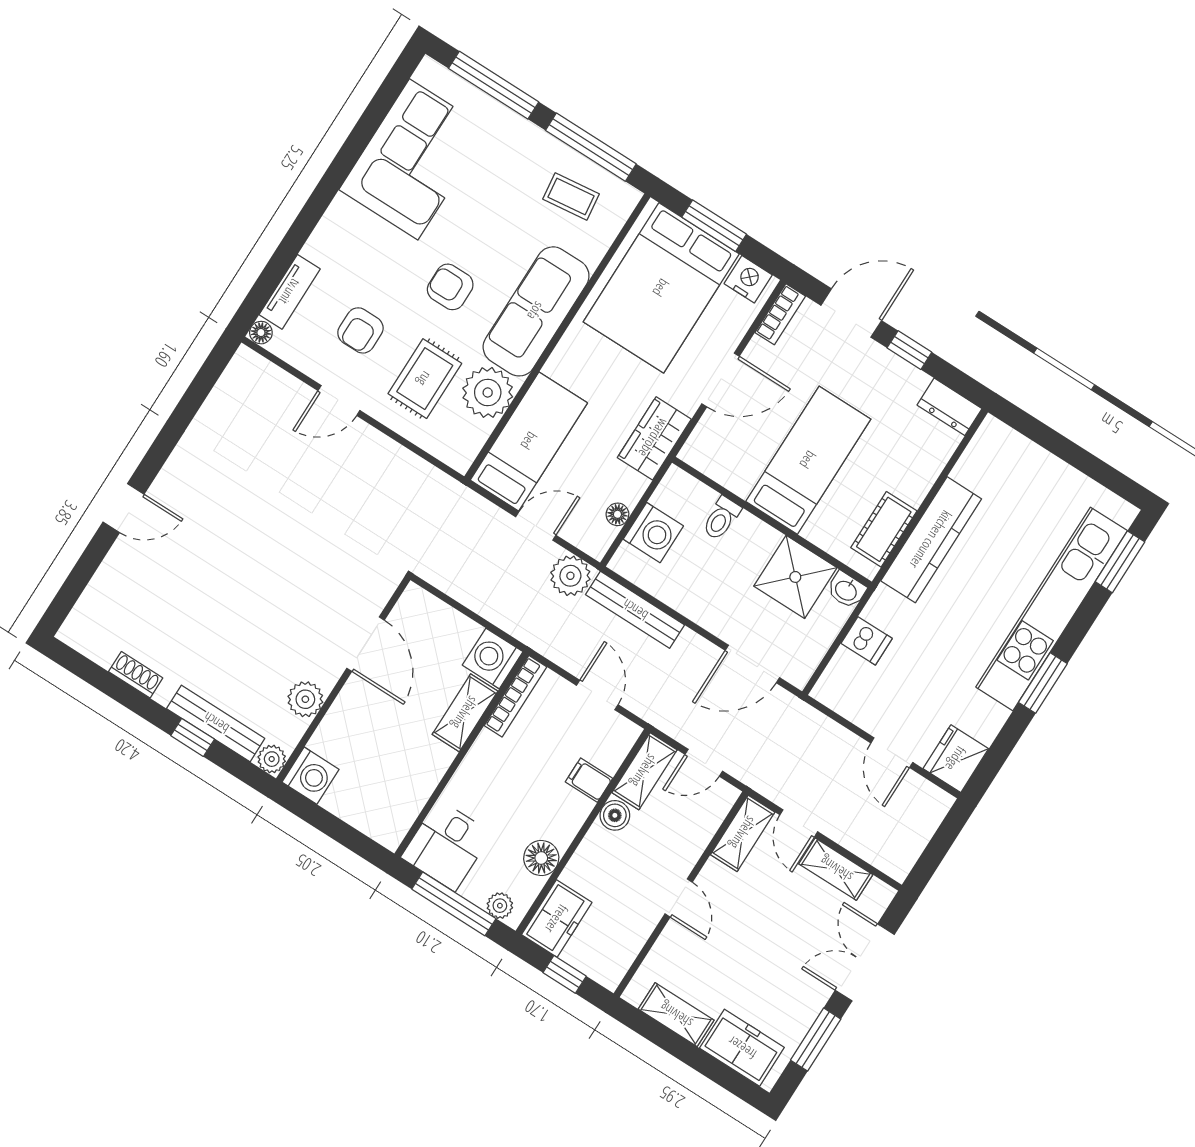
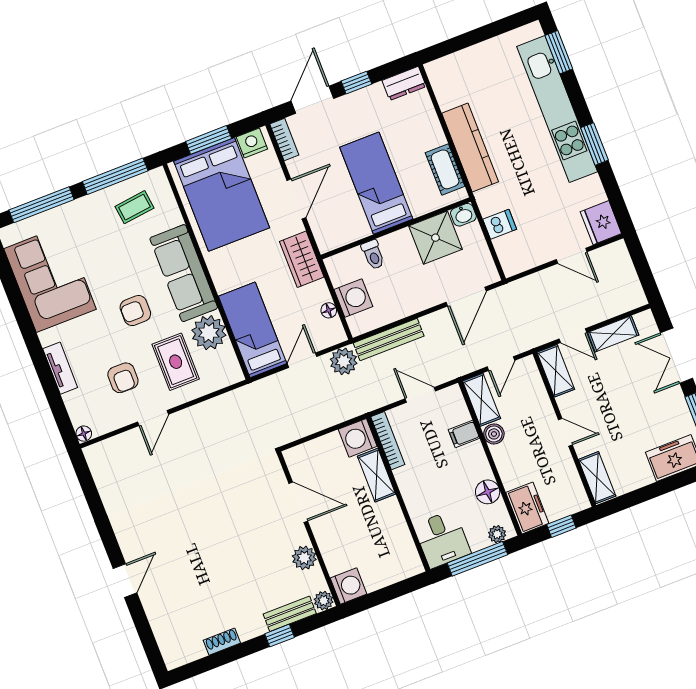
tv unit: (290, 292) -> (60, 368), moved
bench: (216, 723) -> (290, 614), width x0.73
shelving: (676, 1015) -> (597, 478), moved, turned 90

